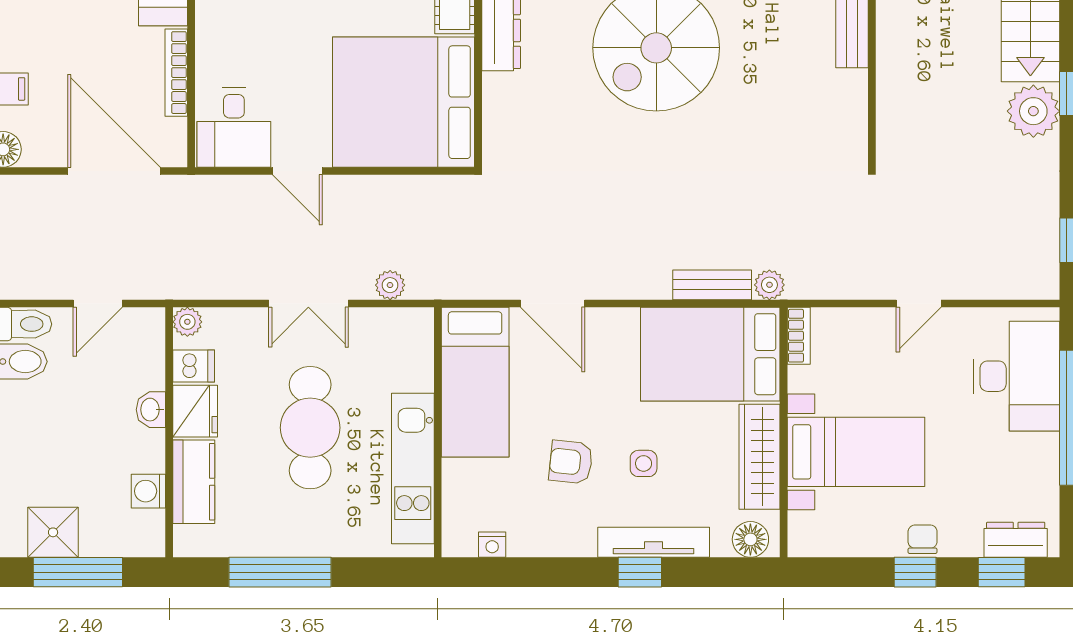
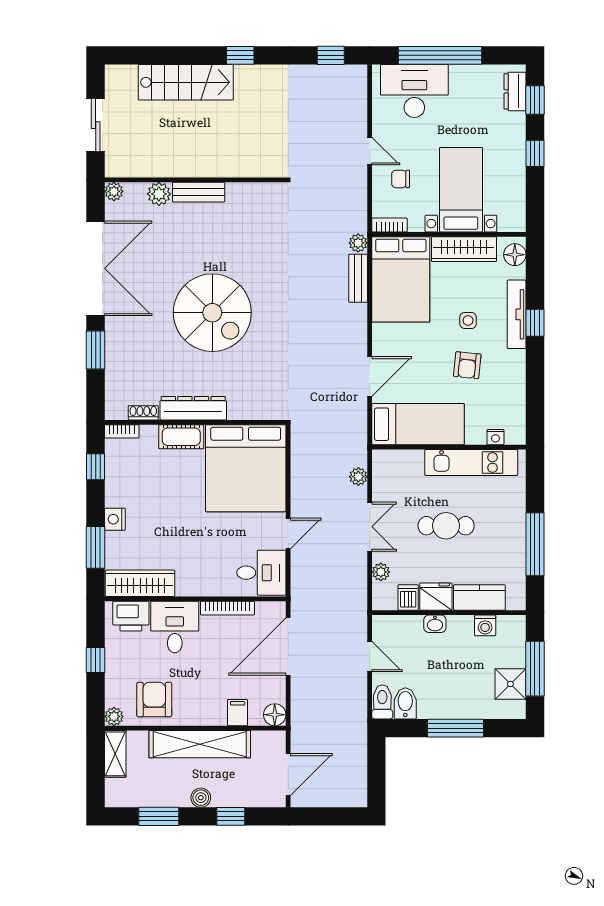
plant: (1033, 111) -> (251, 81), removed
plant: (187, 322) -> (381, 572), moved
cafe table: (310, 428) -> (446, 526), width x0.73, depth x0.74
chair: (923, 539) -> (401, 179), moved
nightstand: (492, 545) -> (495, 437), moved, turned 90

